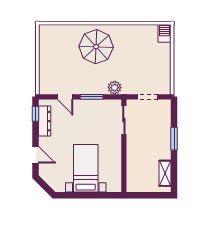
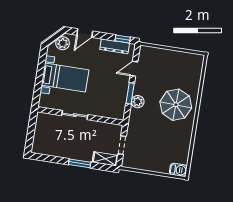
plant: (115, 88) -> (138, 102), moved
sliding door: (124, 120) -> (75, 115), moved
shelving: (165, 173) -> (105, 159), moved
plant: (50, 177) -> (63, 43), added

